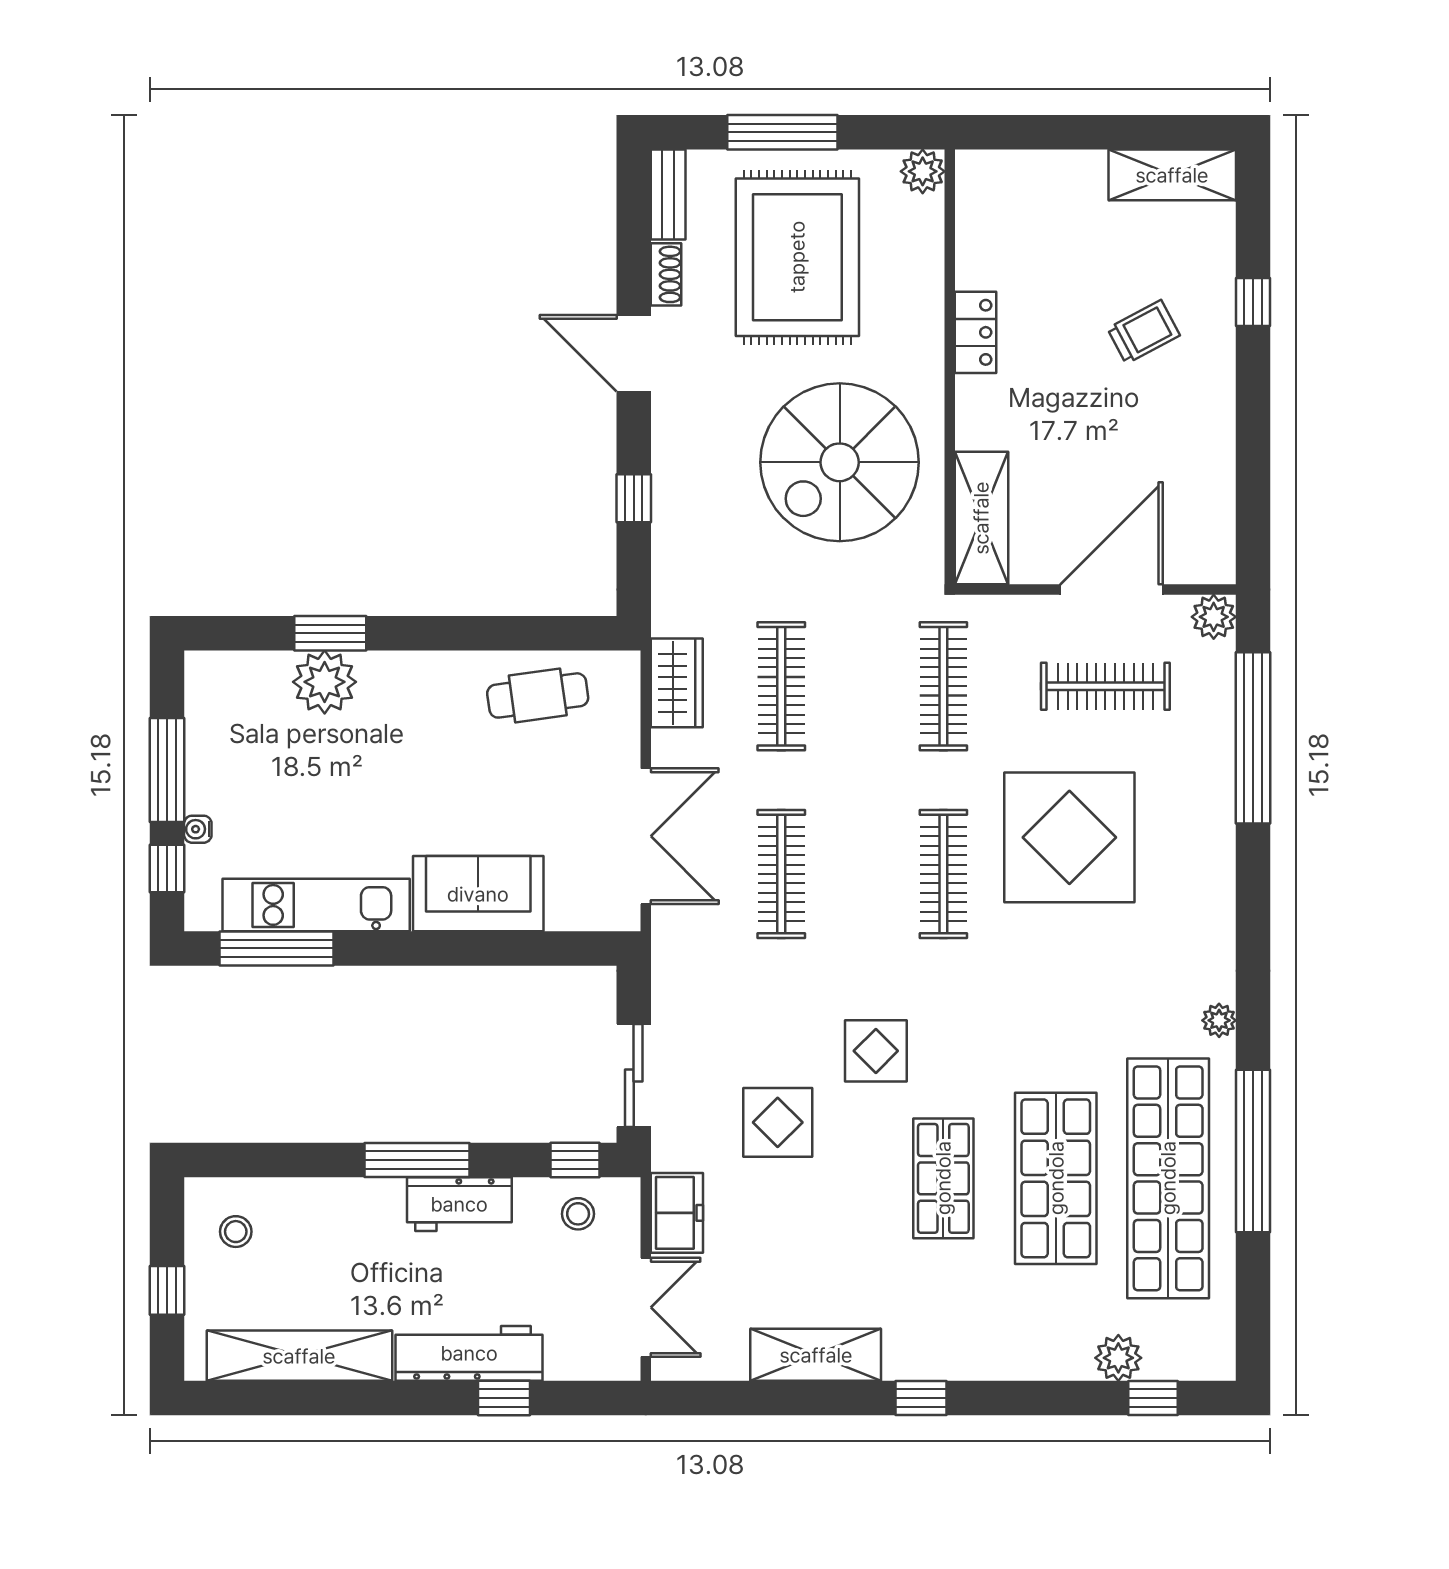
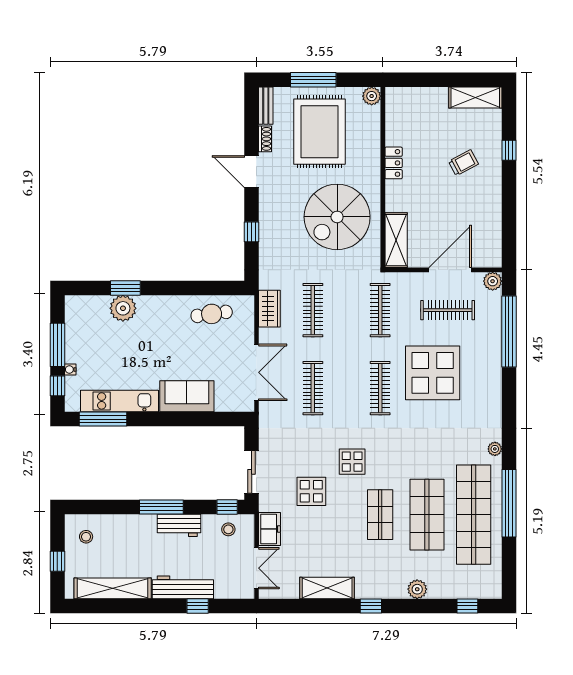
plant: (1118, 1358) -> (417, 589), moved

